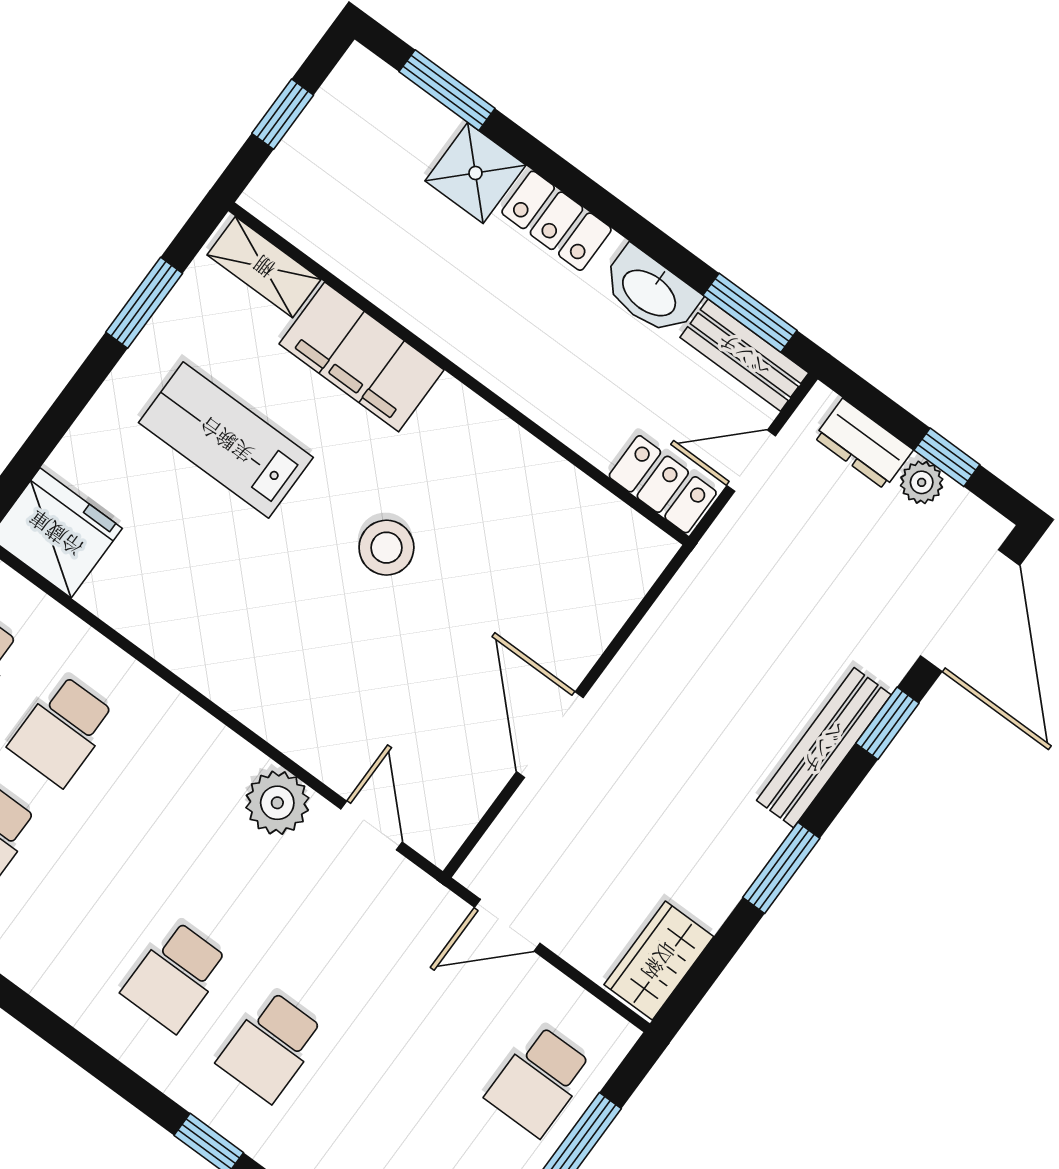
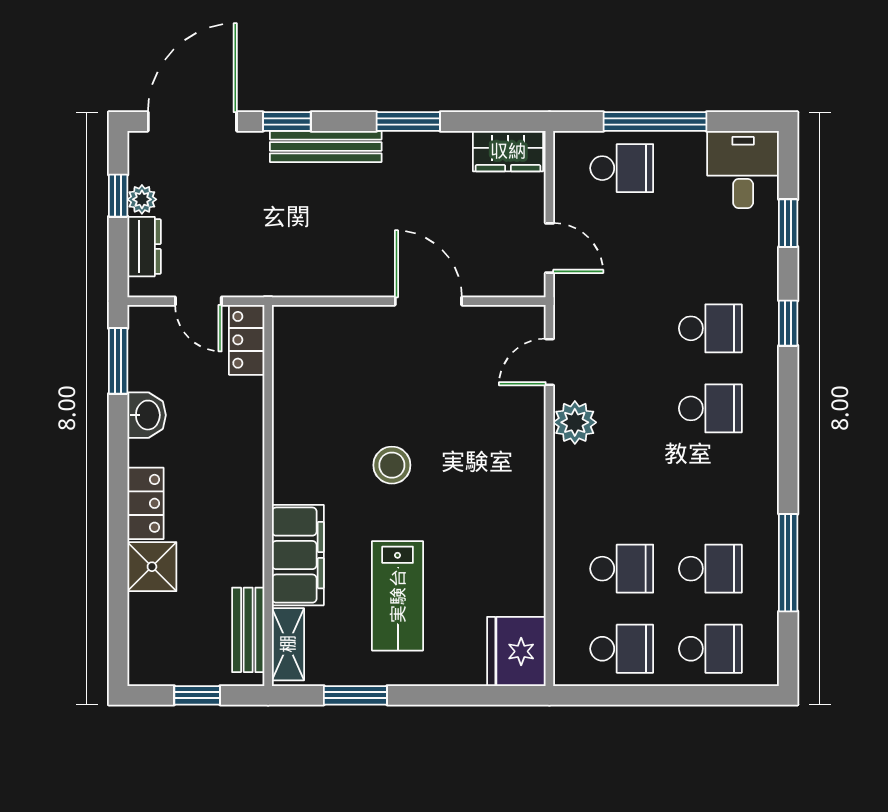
window: (447, 90) -> (118, 615), removed
washbasin: (650, 292) -> (147, 415), width x0.72
bench: (744, 355) -> (248, 630), moved
door: (550, 735) -> (428, 301), swing flipped

